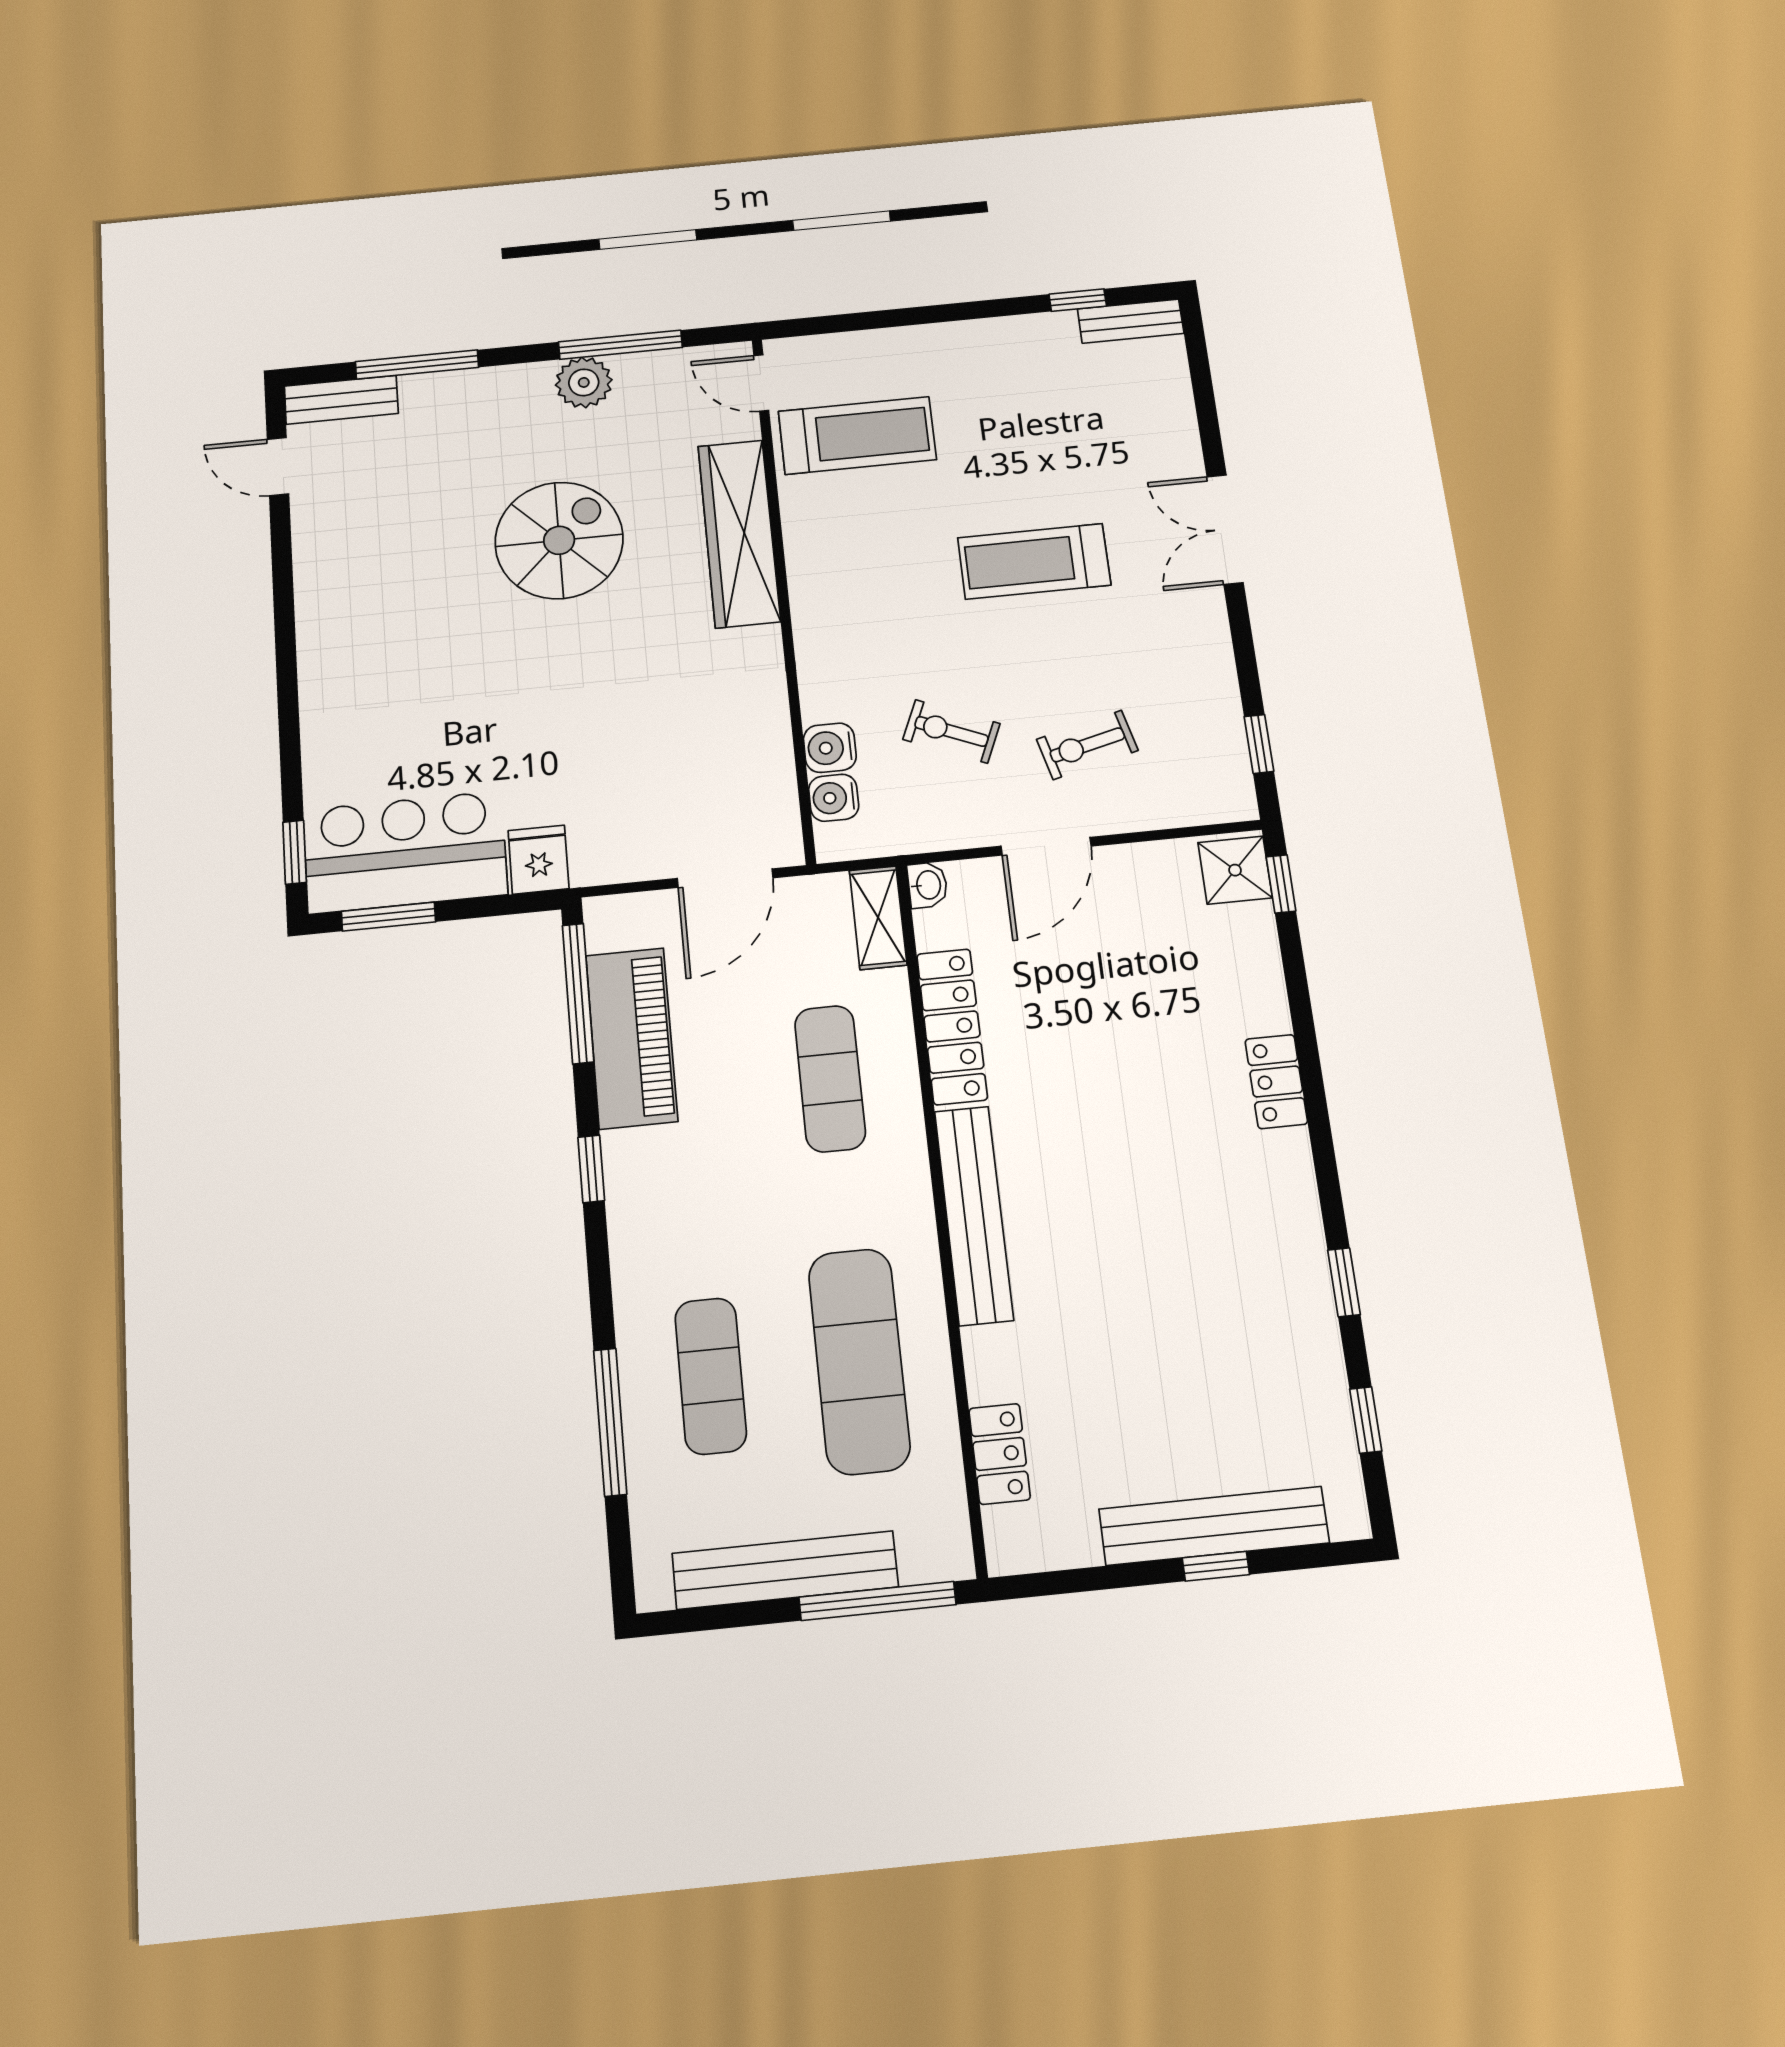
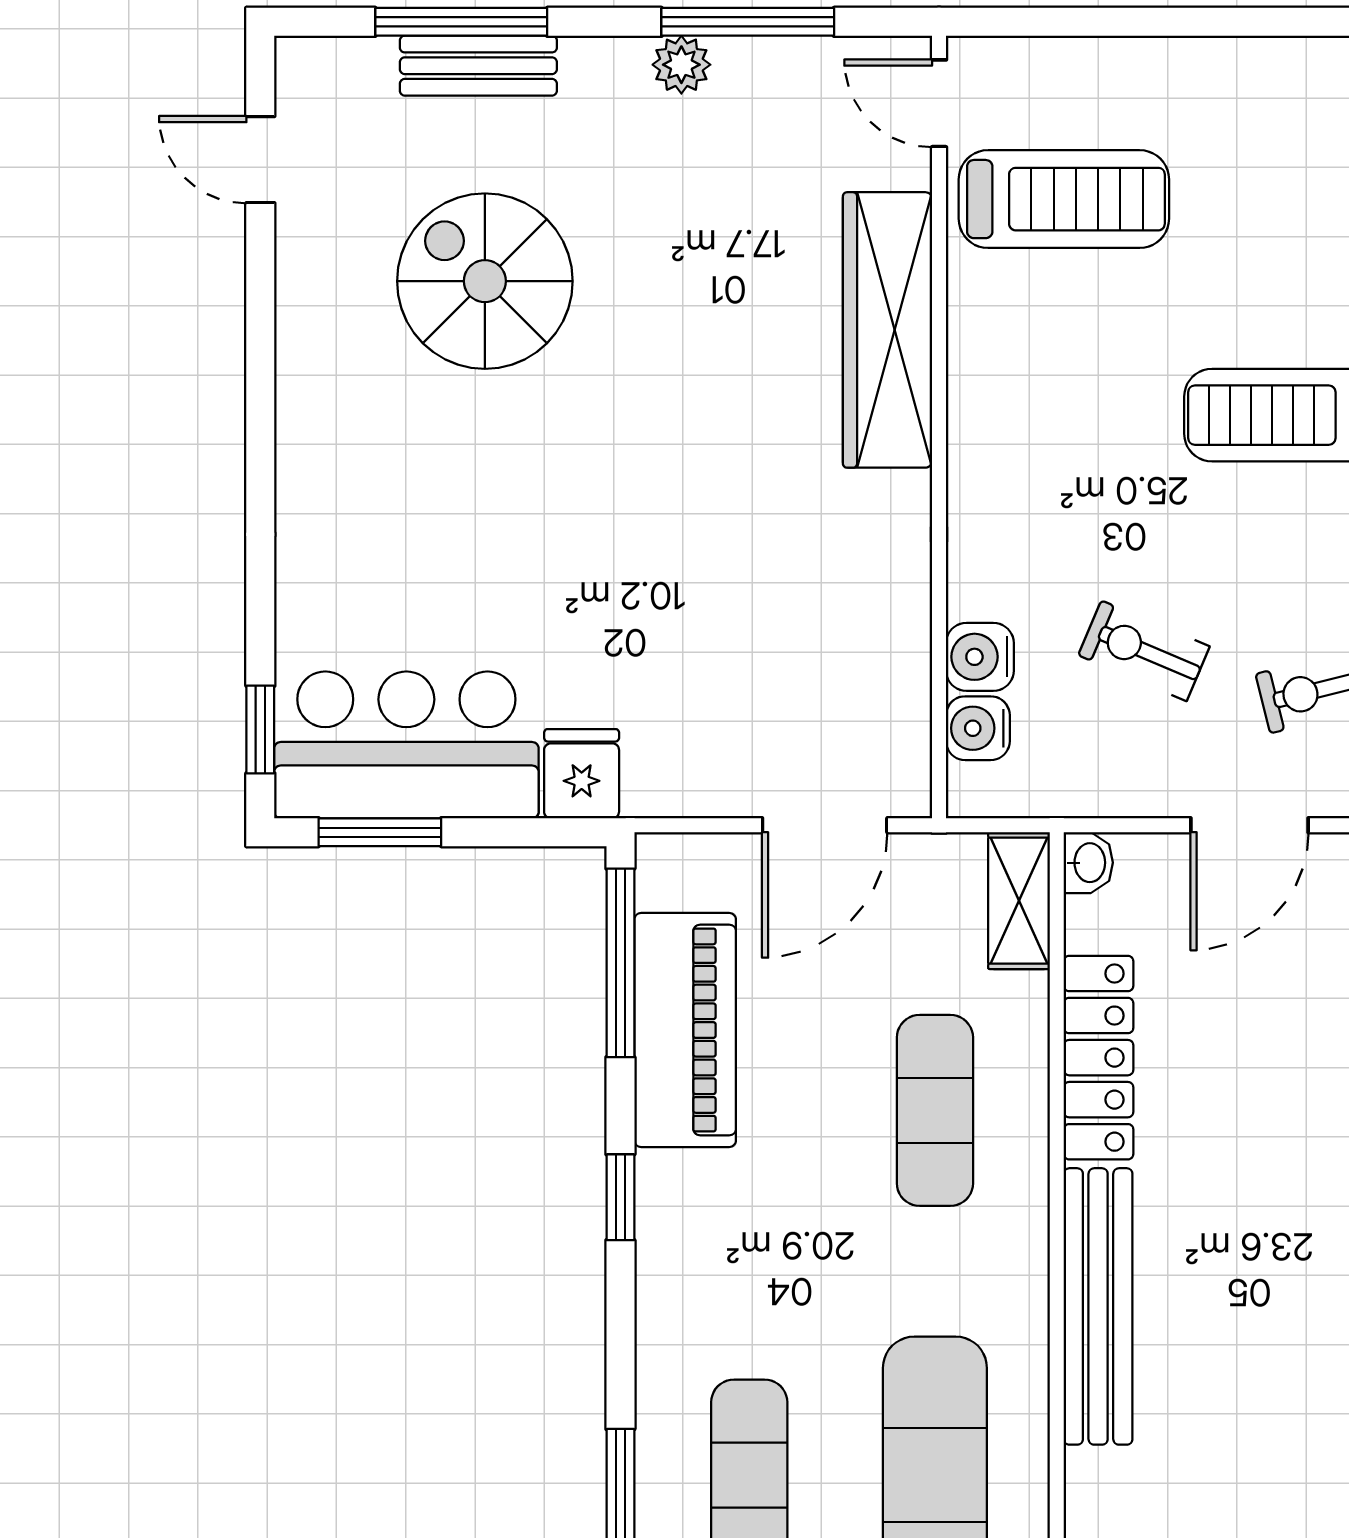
plant: (584, 382) -> (681, 65), width x0.73, depth x0.73
bench: (341, 400) -> (478, 66), moved
spiral stairs: (559, 540) -> (485, 281), moved, turned -90

